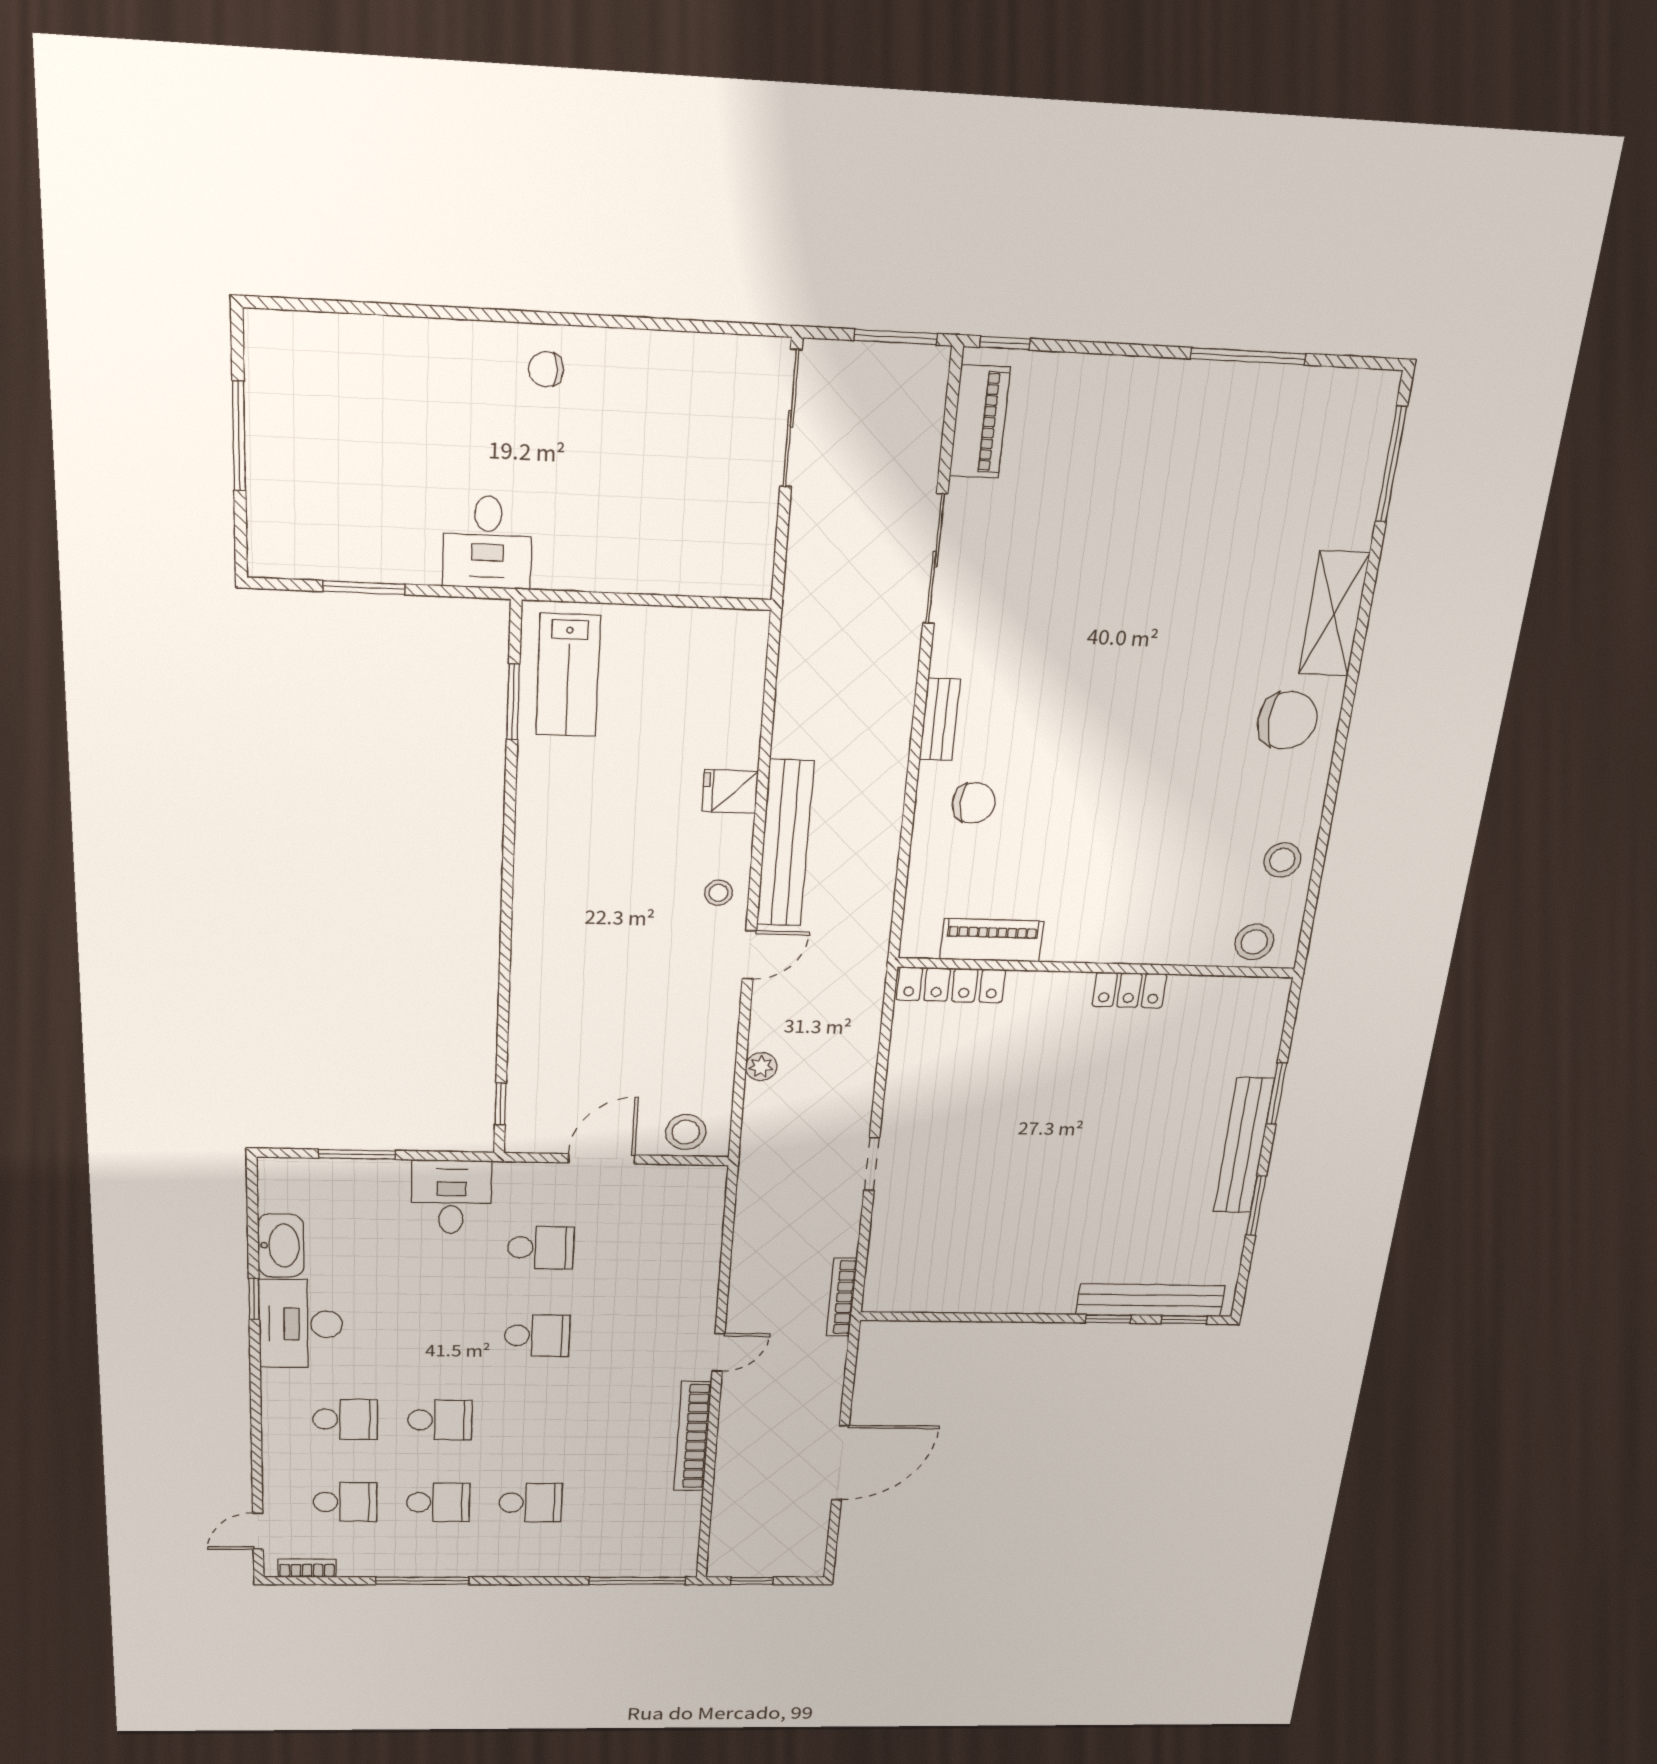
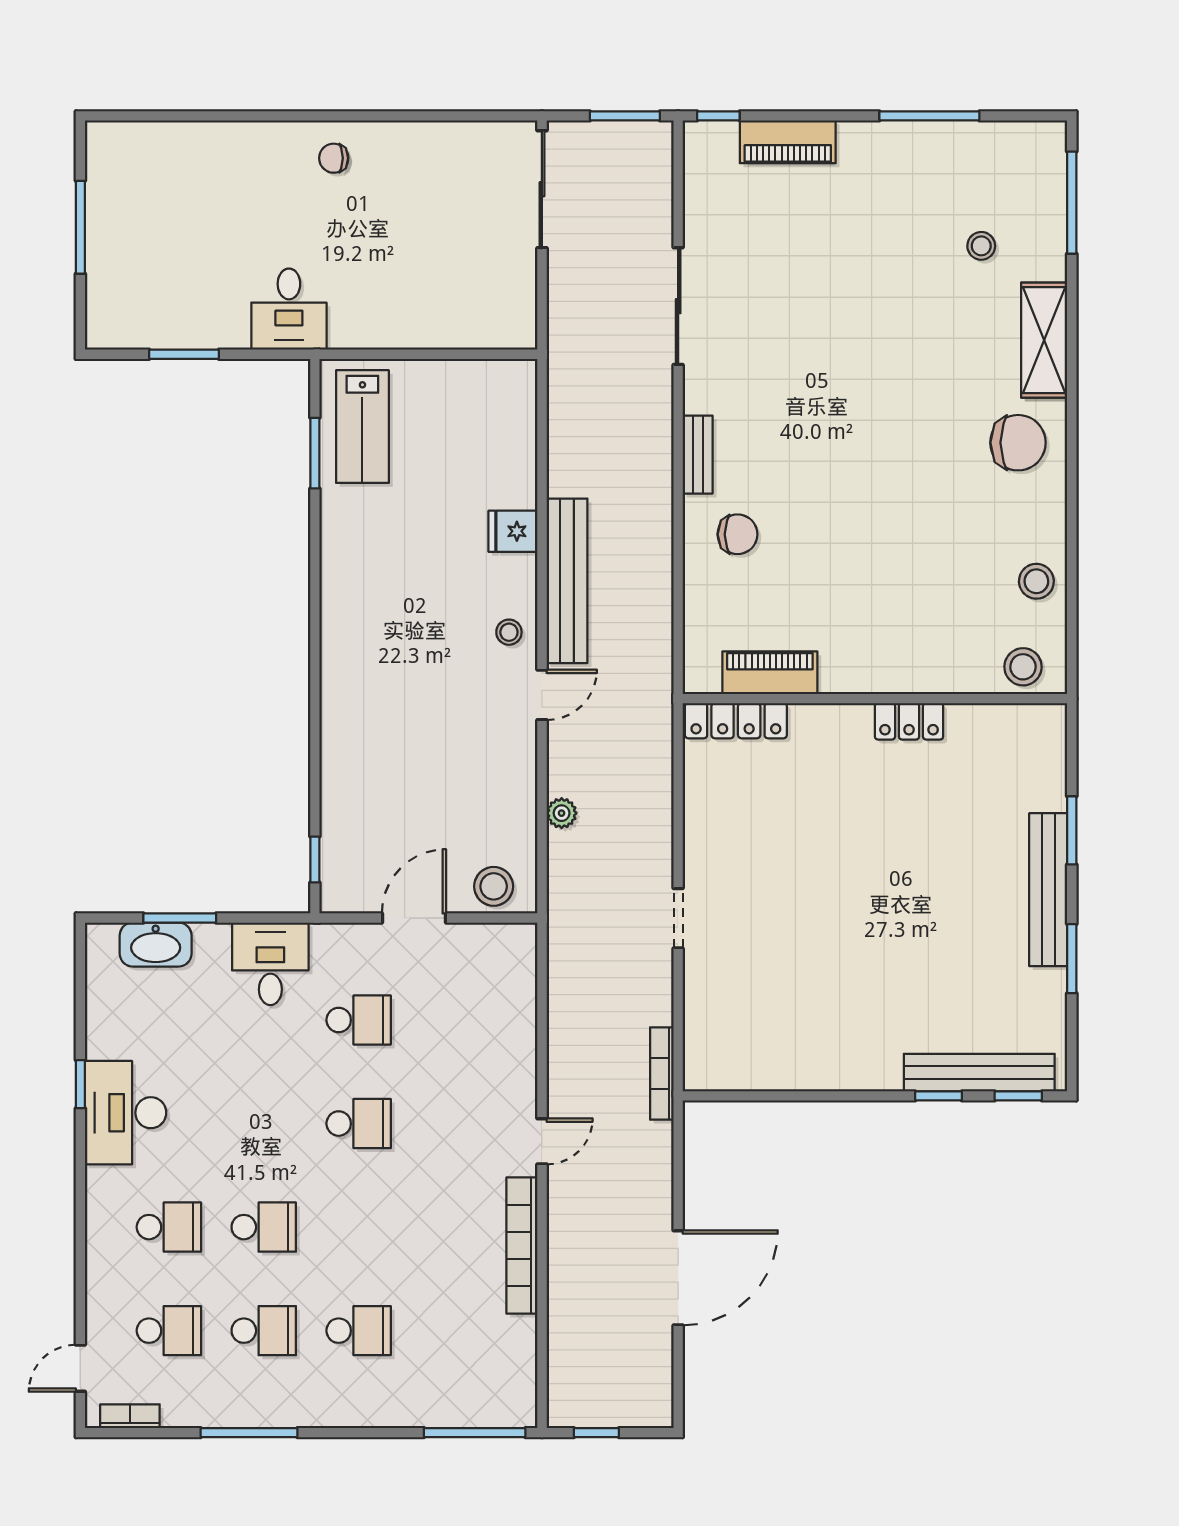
piano: (980, 422) -> (788, 142), moved, turned 90
stool: (1283, 508) -> (981, 246), added
washbasin: (281, 1246) -> (156, 945), moved, turned 90

